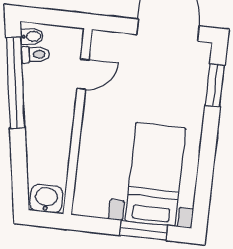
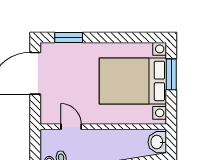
bed with nightstands: (155, 174) -> (133, 81), width x1.36

